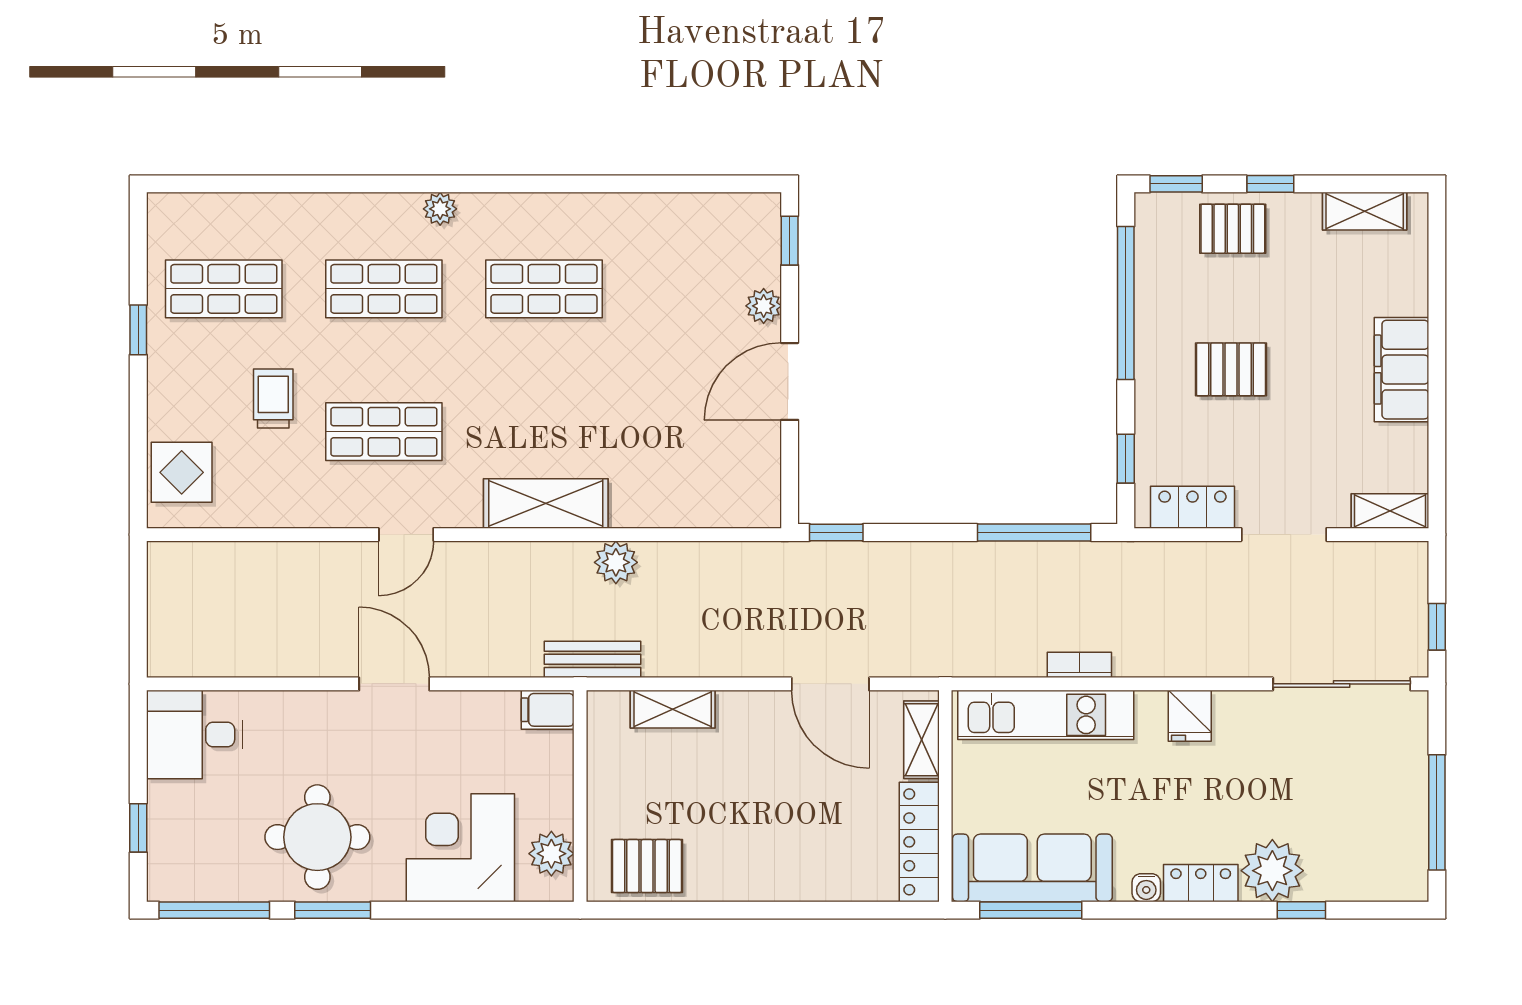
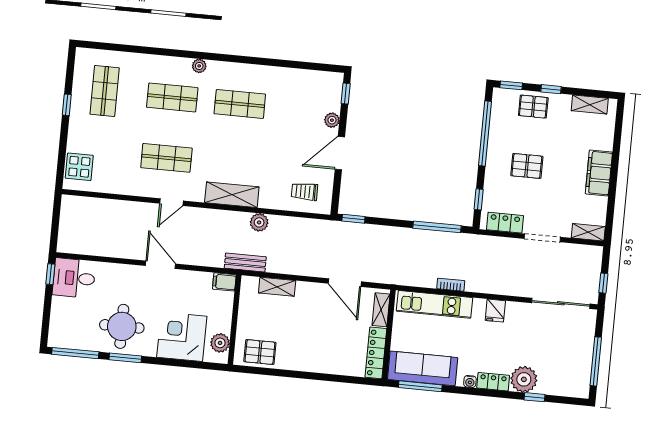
shop shelf: (224, 289) -> (105, 91), turned 90
trolley: (273, 399) -> (305, 192), moved, turned -90
window: (138, 828) -> (50, 274), moved

